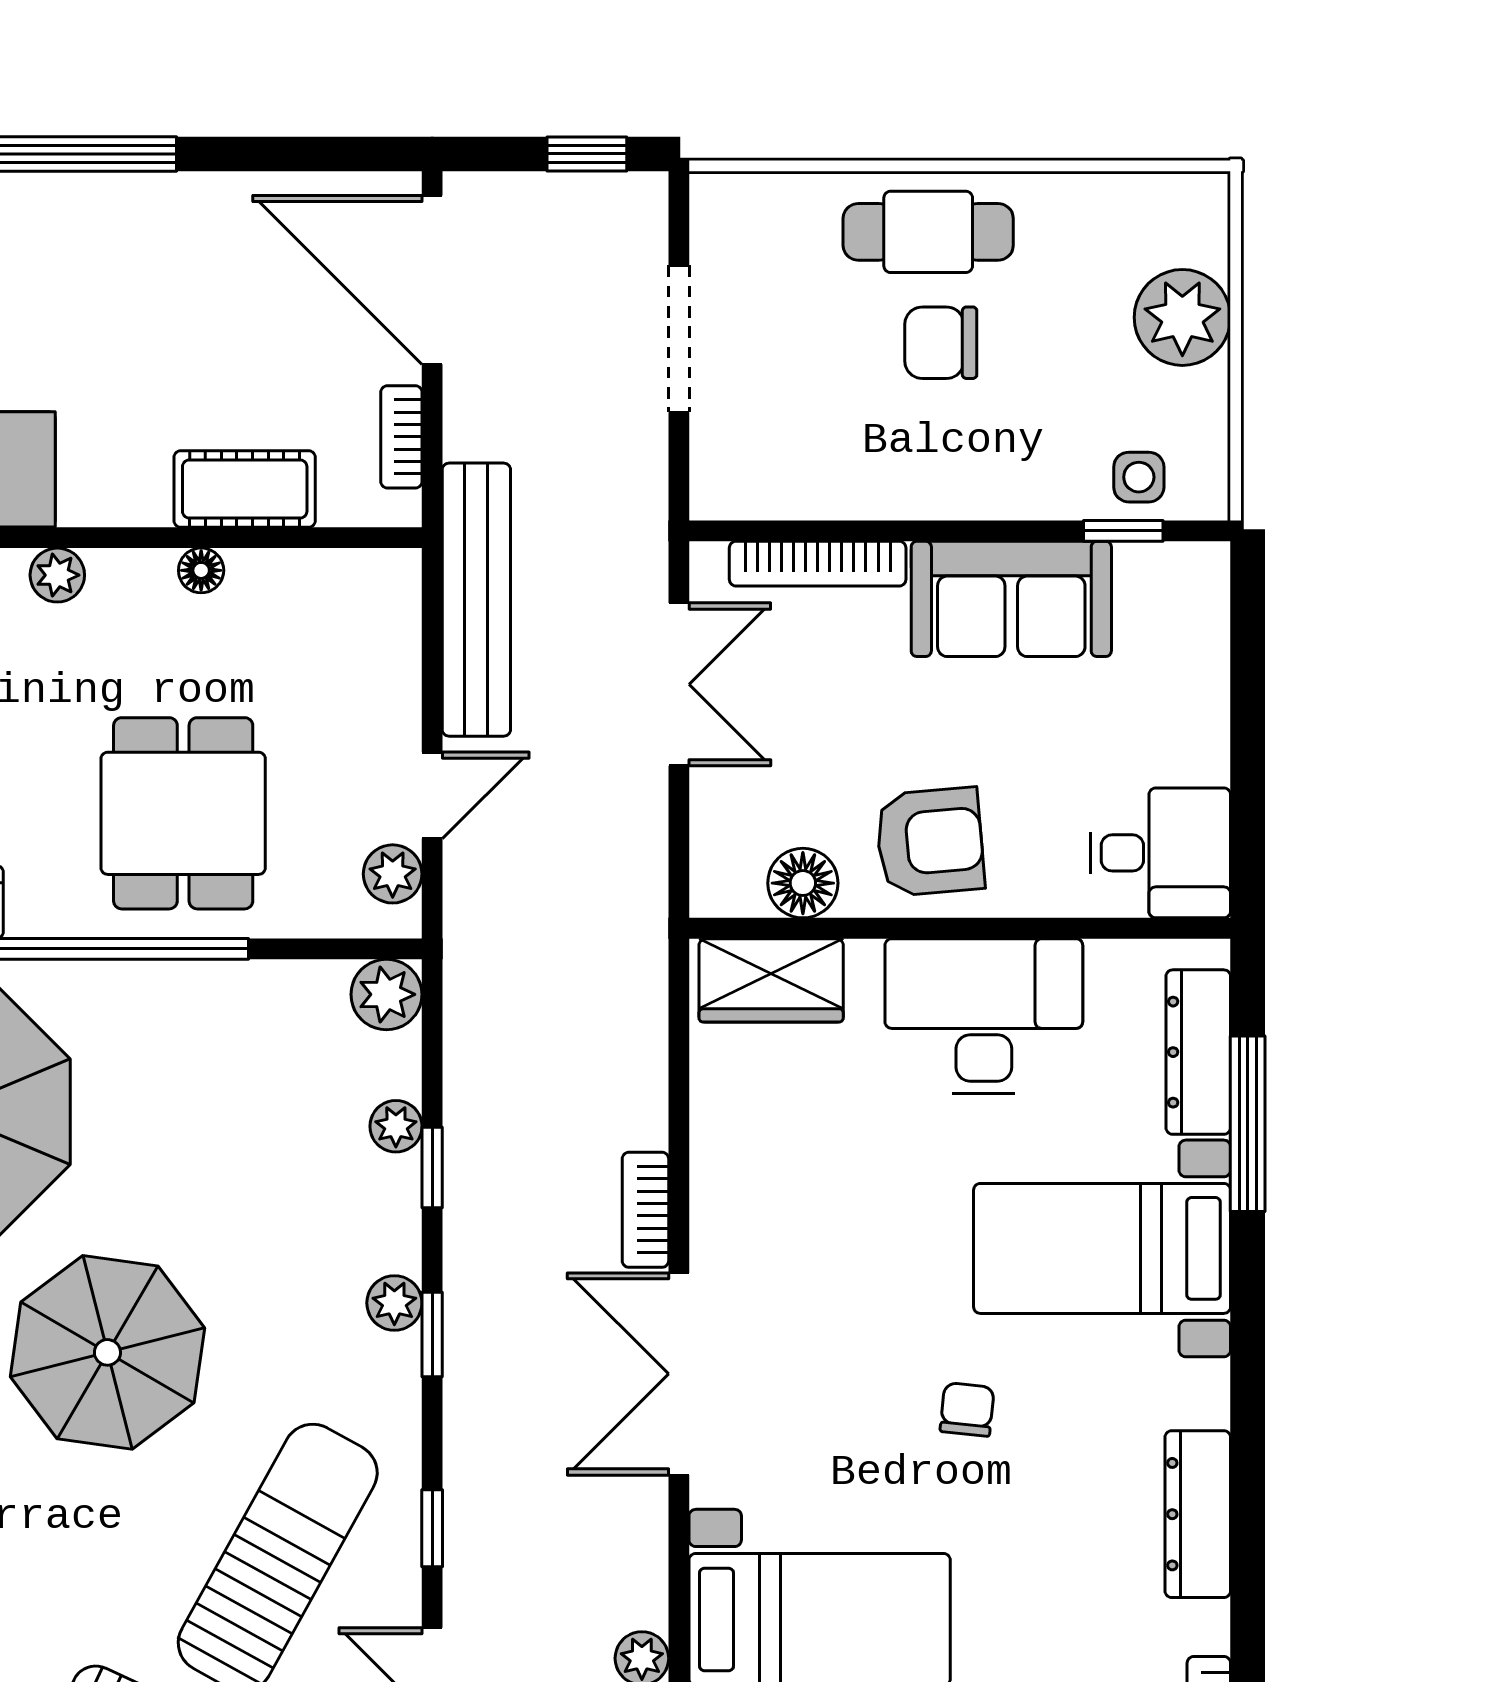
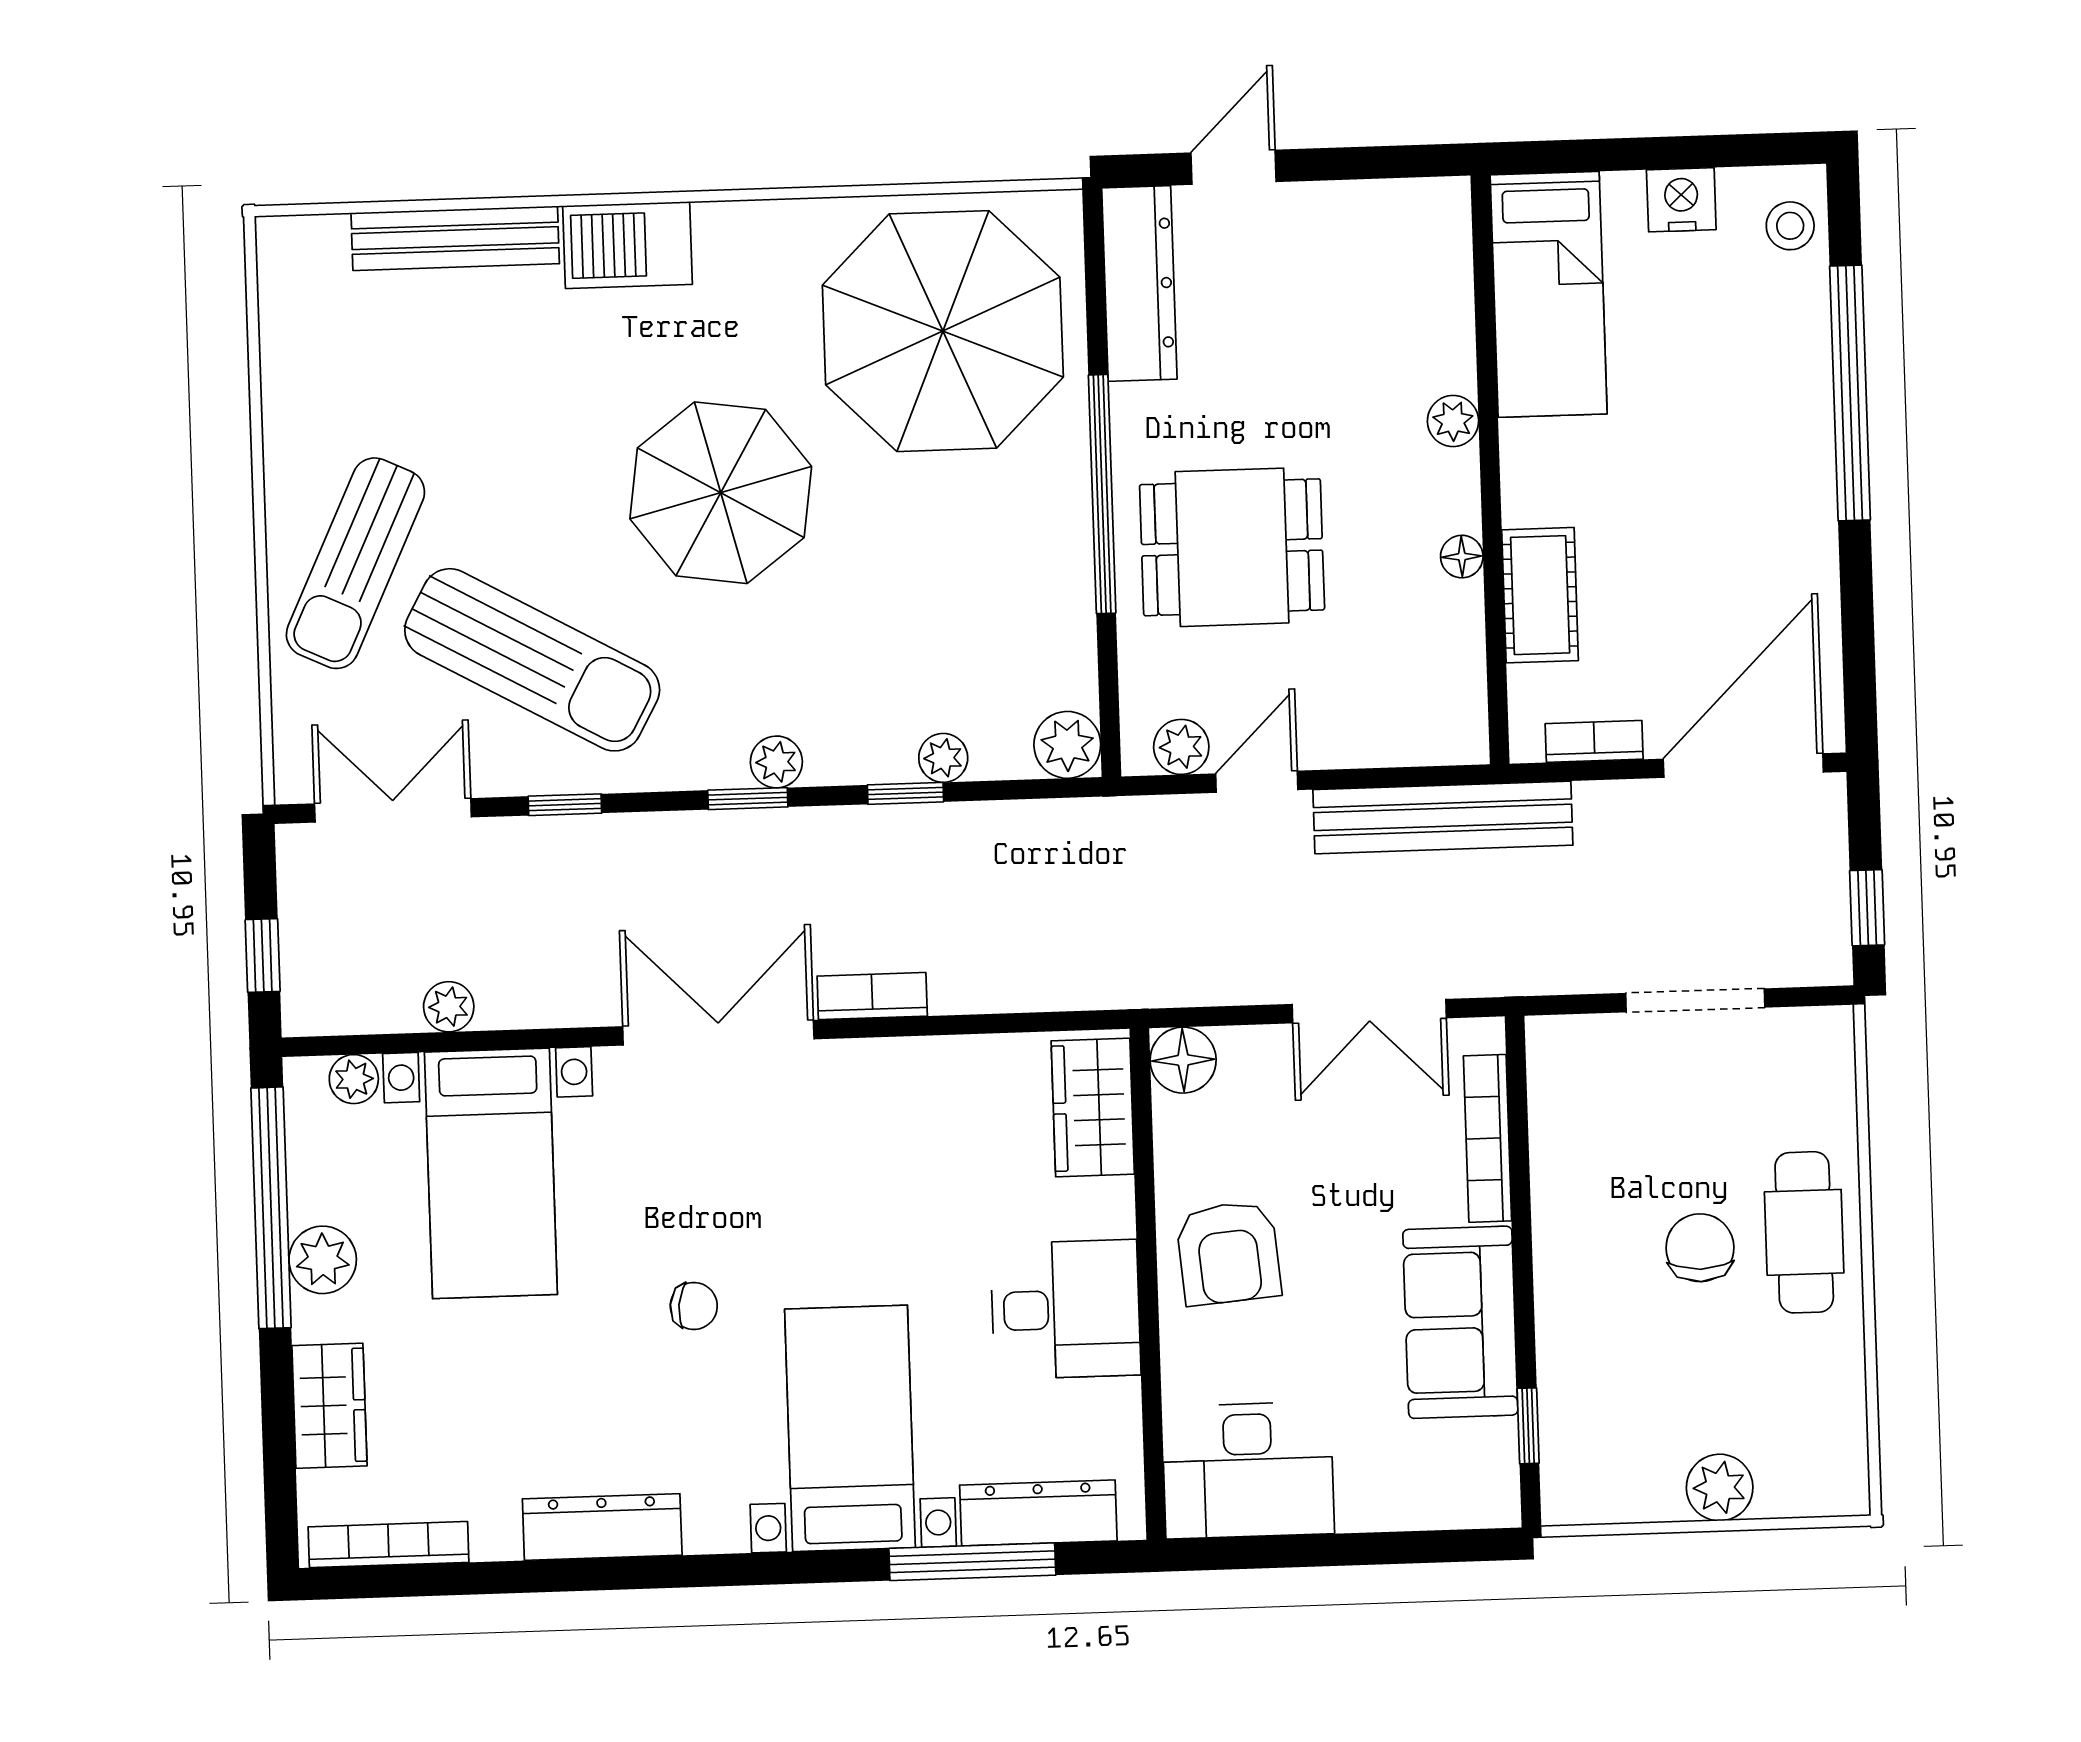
plant: (1182, 317) -> (1720, 1488), width x0.73, depth x0.73
side table: (1139, 477) -> (1579, 1439), removed
door: (432, 795) -> (1257, 782), swing flipped
desk: (1160, 853) -> (1248, 1470), width x1.37
floor lamp: (803, 883) -> (1183, 1060), moved
desk: (984, 1016) -> (1066, 1309), width x0.73

